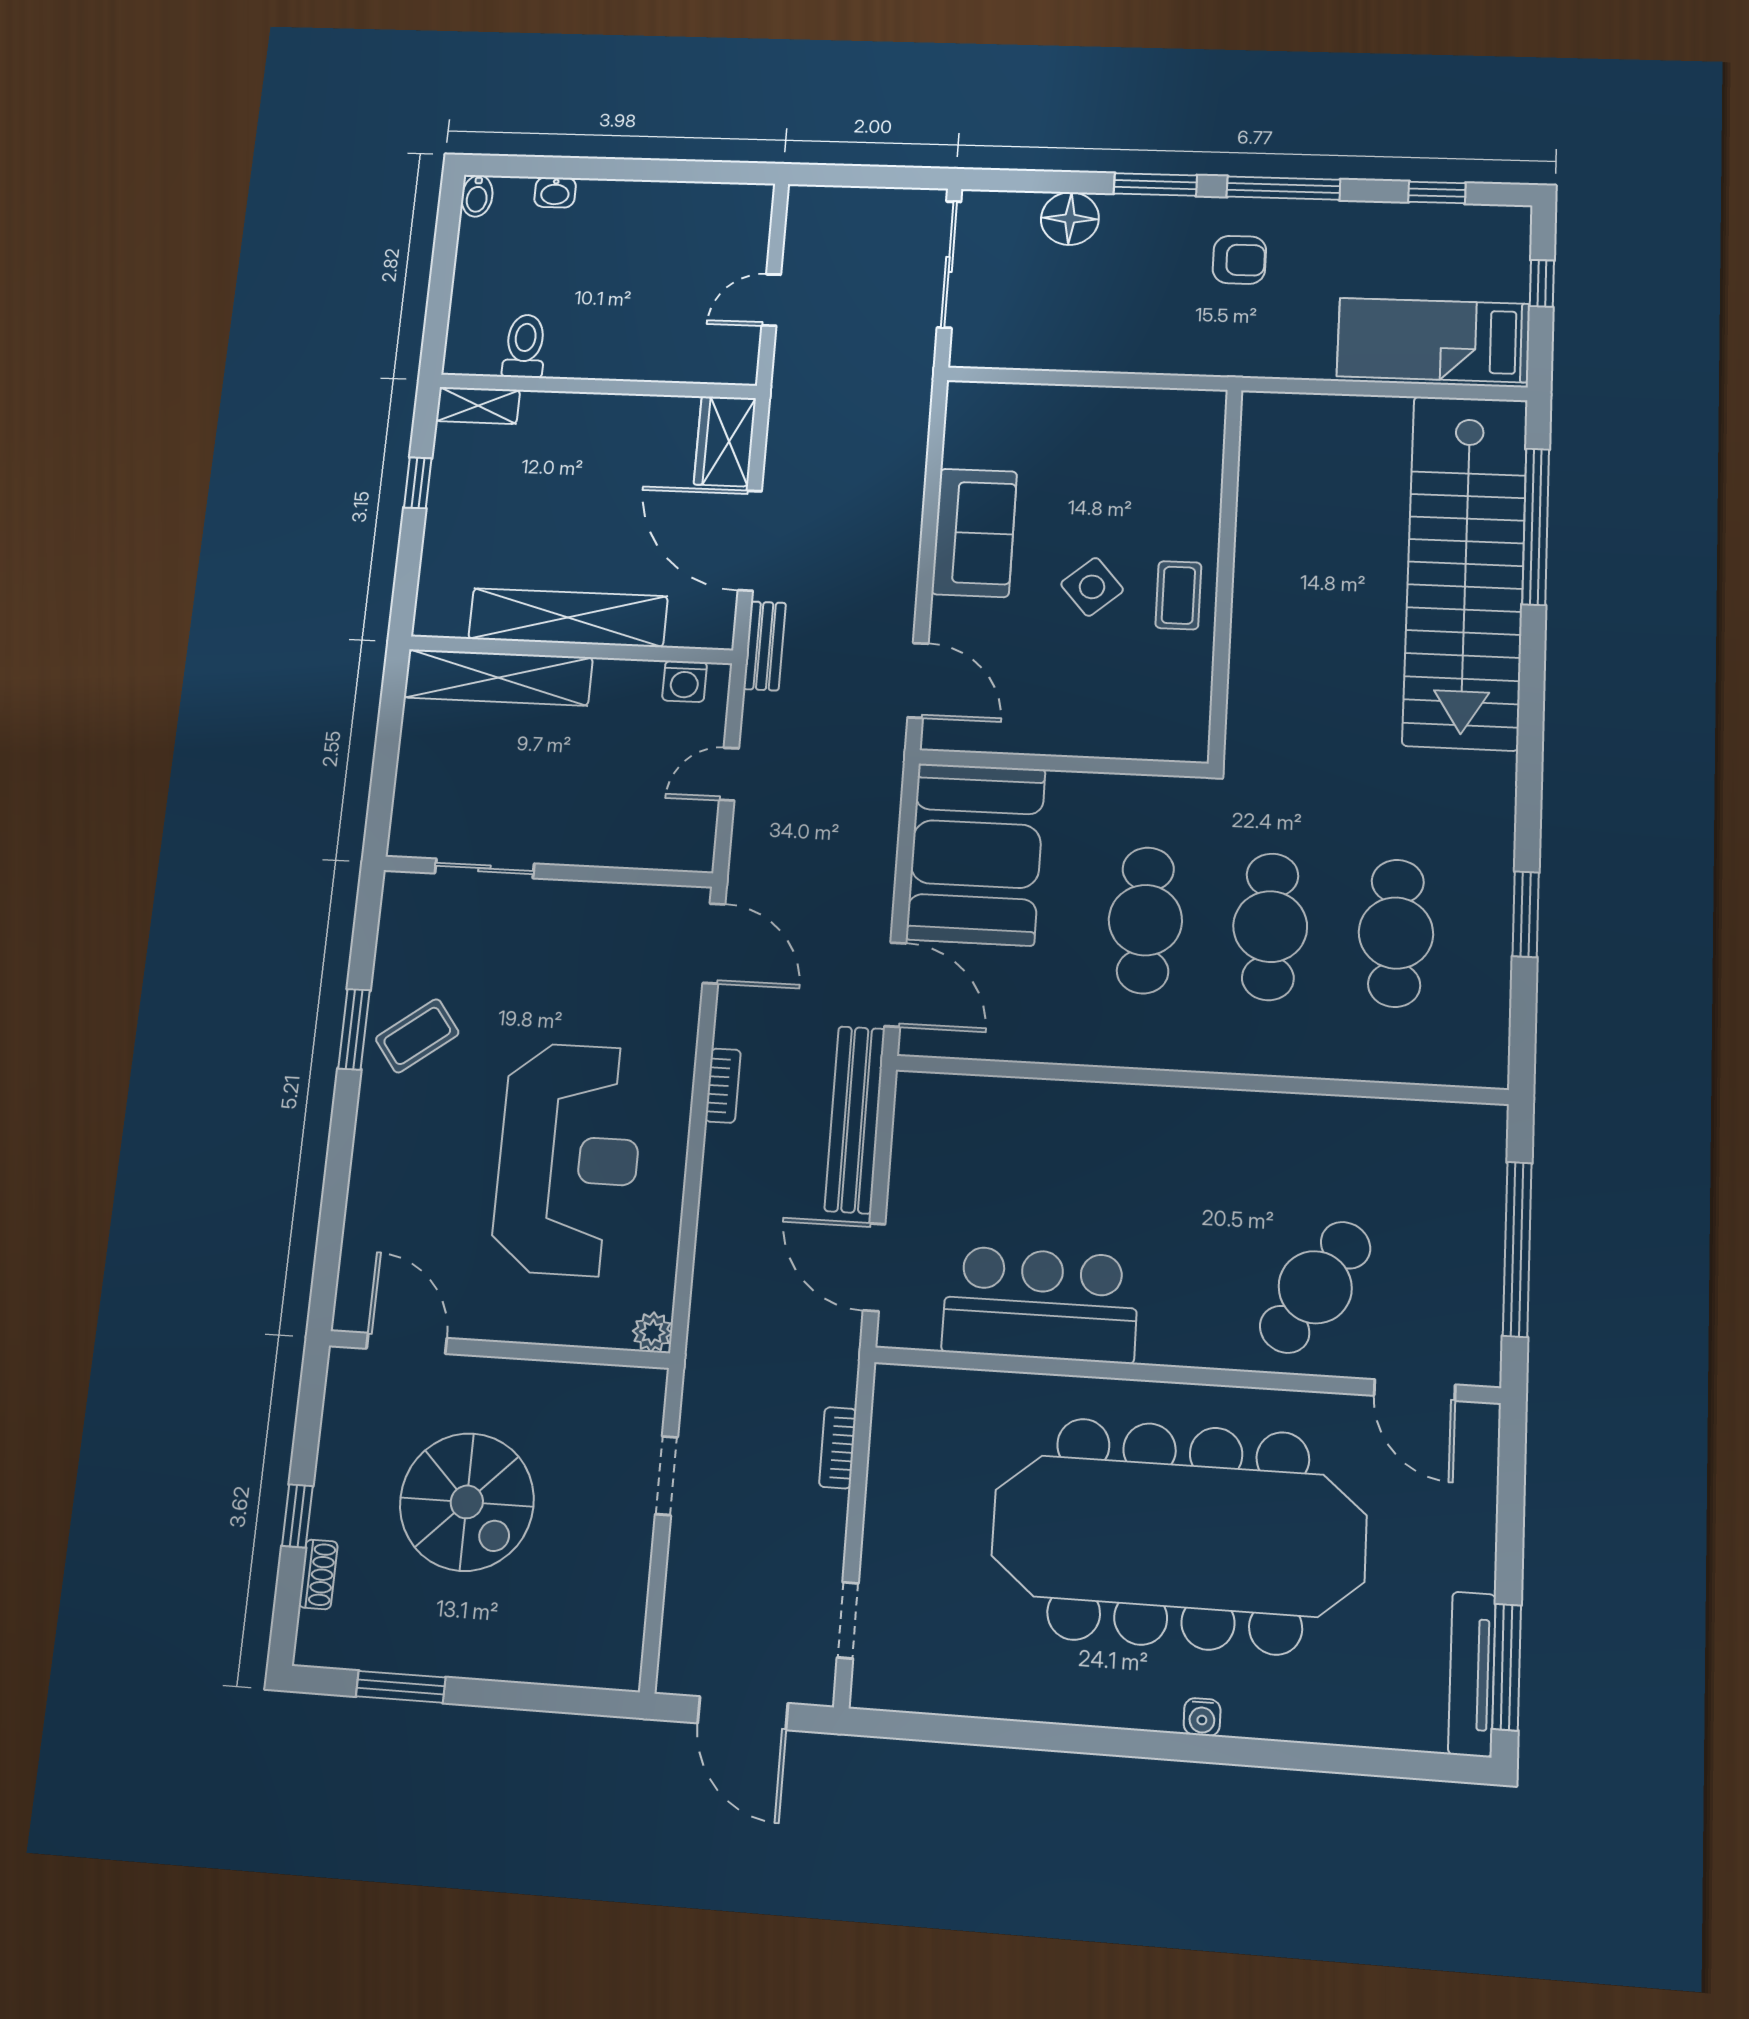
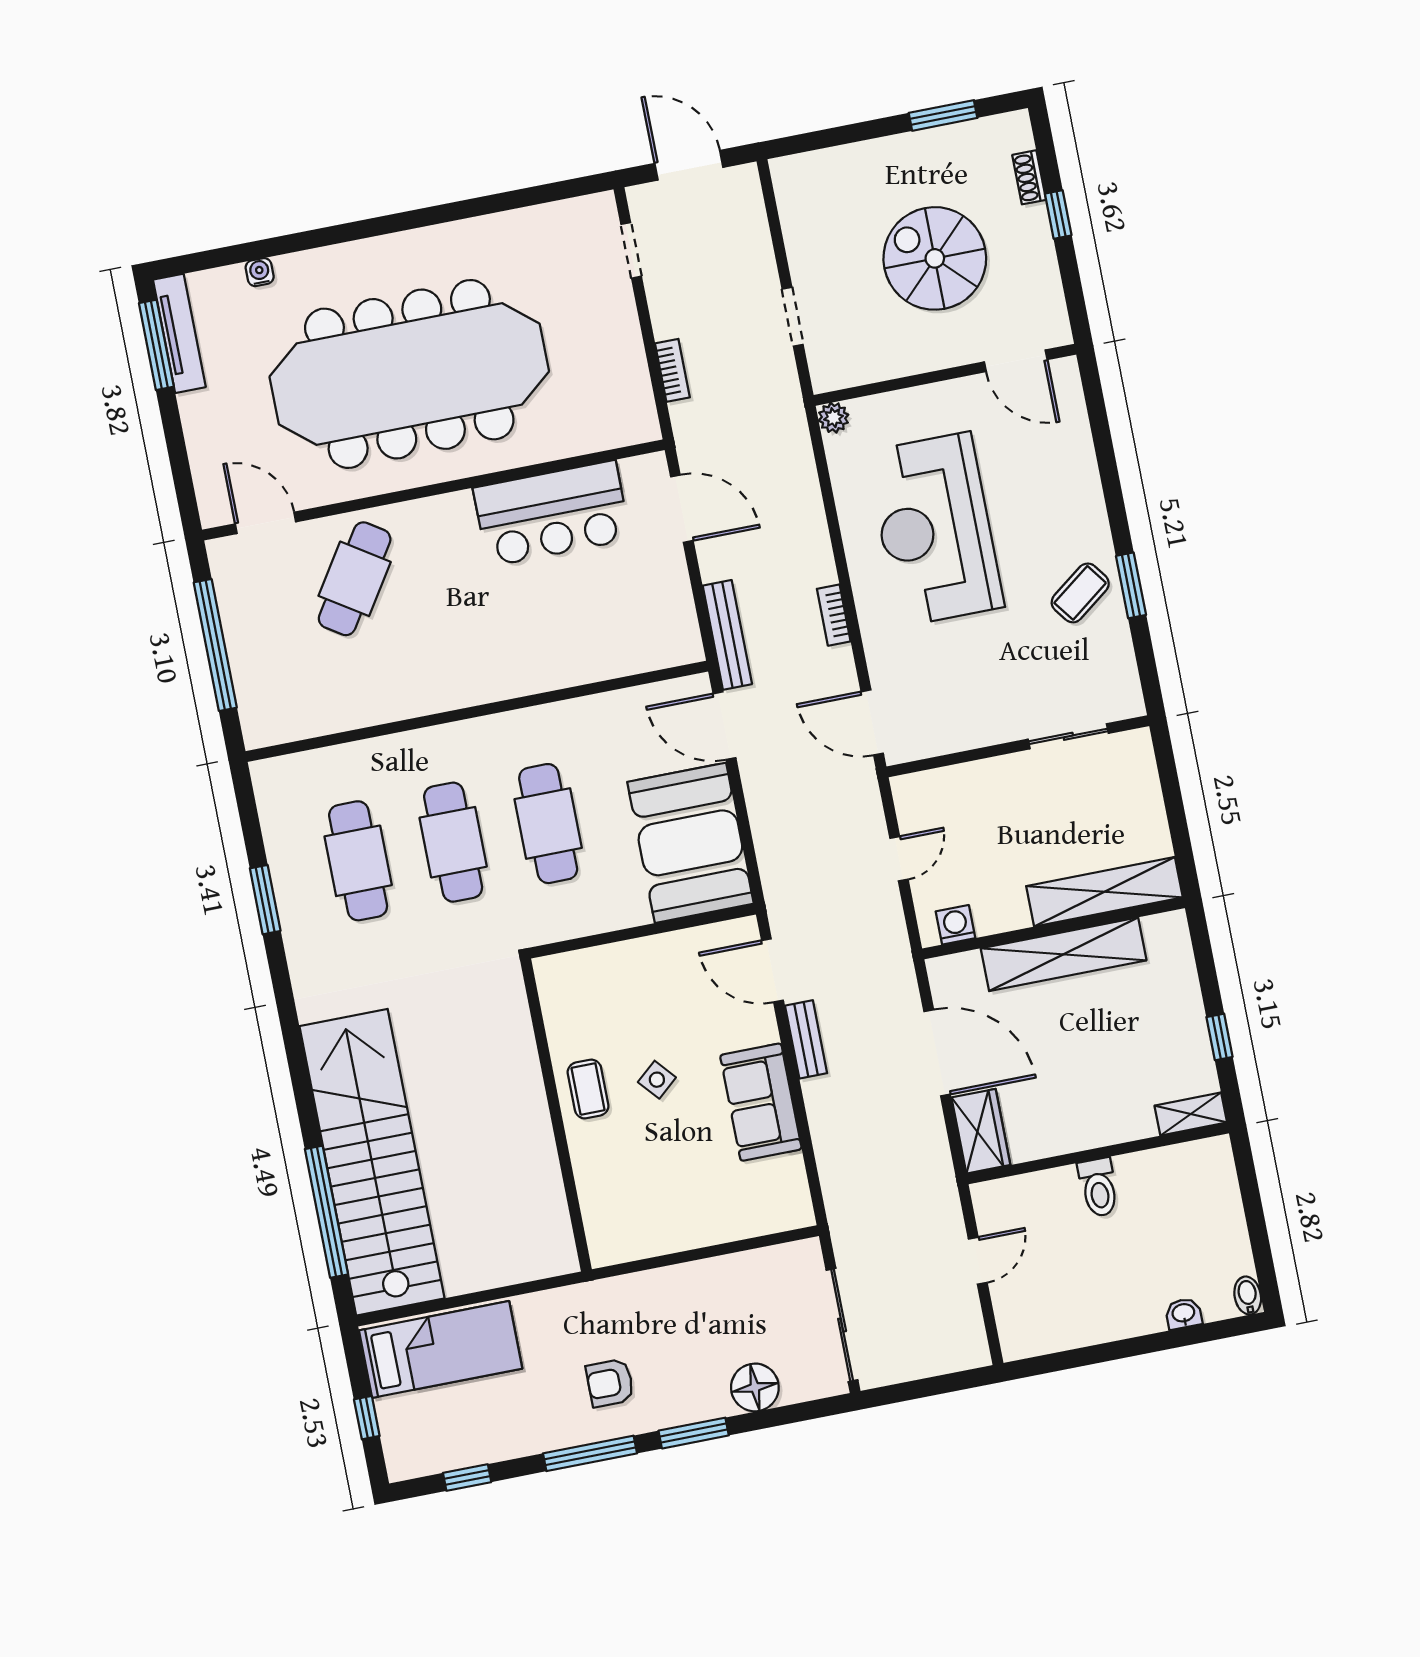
toilet: (525, 346) -> (1098, 1187), moved
side table: (1092, 587) -> (657, 1080), width x0.73, depth x0.73
bench: (765, 646) -> (806, 1039), moved
bench: (855, 1119) -> (727, 635), width x0.73, depth x0.82
water cooler: (1202, 1717) -> (260, 272), moved

